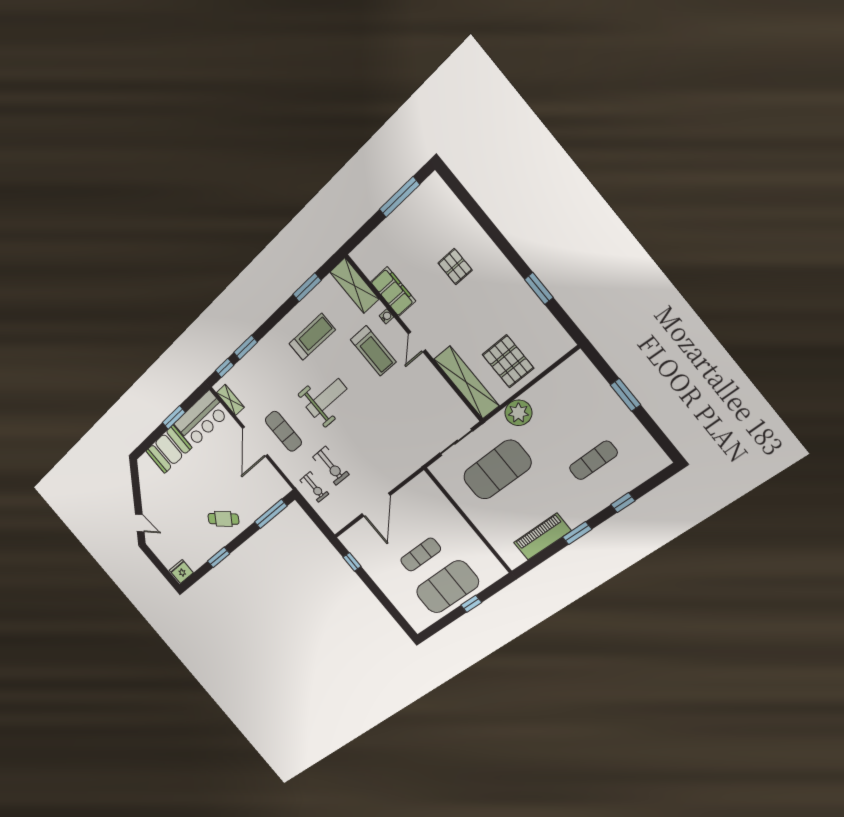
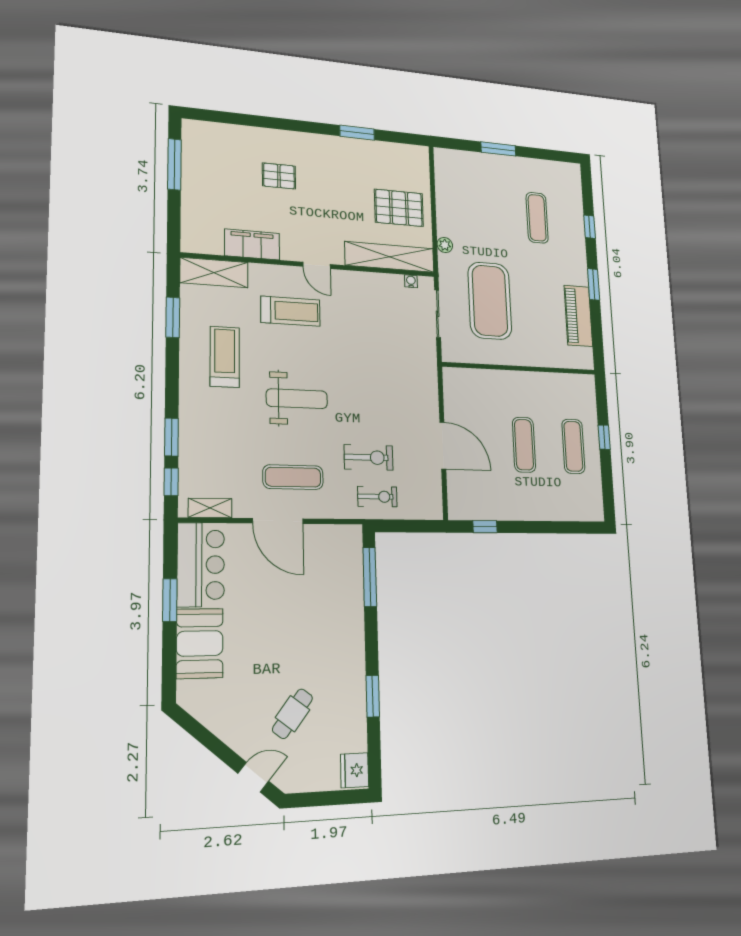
water cooler: (386, 316) -> (411, 281), moved
weight bench: (326, 398) -> (297, 399), turned 90
plant: (518, 413) -> (445, 245), width x0.53, depth x0.53
cafe table: (223, 519) -> (293, 714), moved
exercise mat: (447, 587) -> (573, 446), width x0.50, depth x0.69

